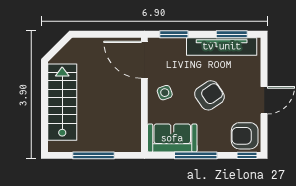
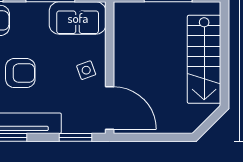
armchair: (209, 95) -> (20, 73), moved, turned -146

